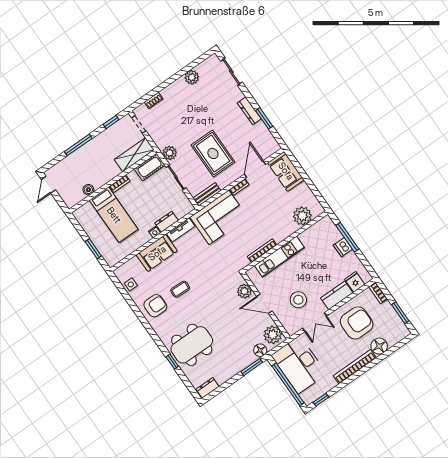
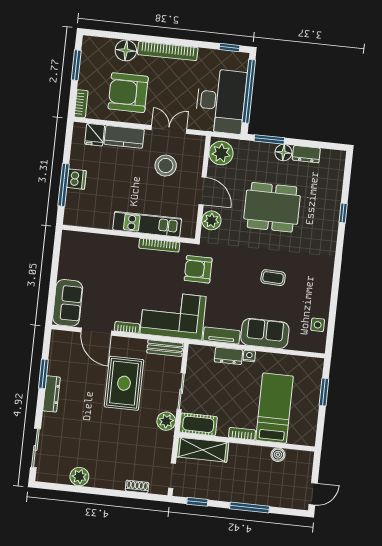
door: (255, 169) -> (96, 332), hinge flipped
plant: (302, 216) -> (90, 245), removed
armchair: (155, 306) -> (198, 269), moved
dining table: (192, 345) -> (272, 207), moved
floor lamp: (260, 350) -> (283, 153), moved
dresser: (207, 388) -> (306, 154), moved

